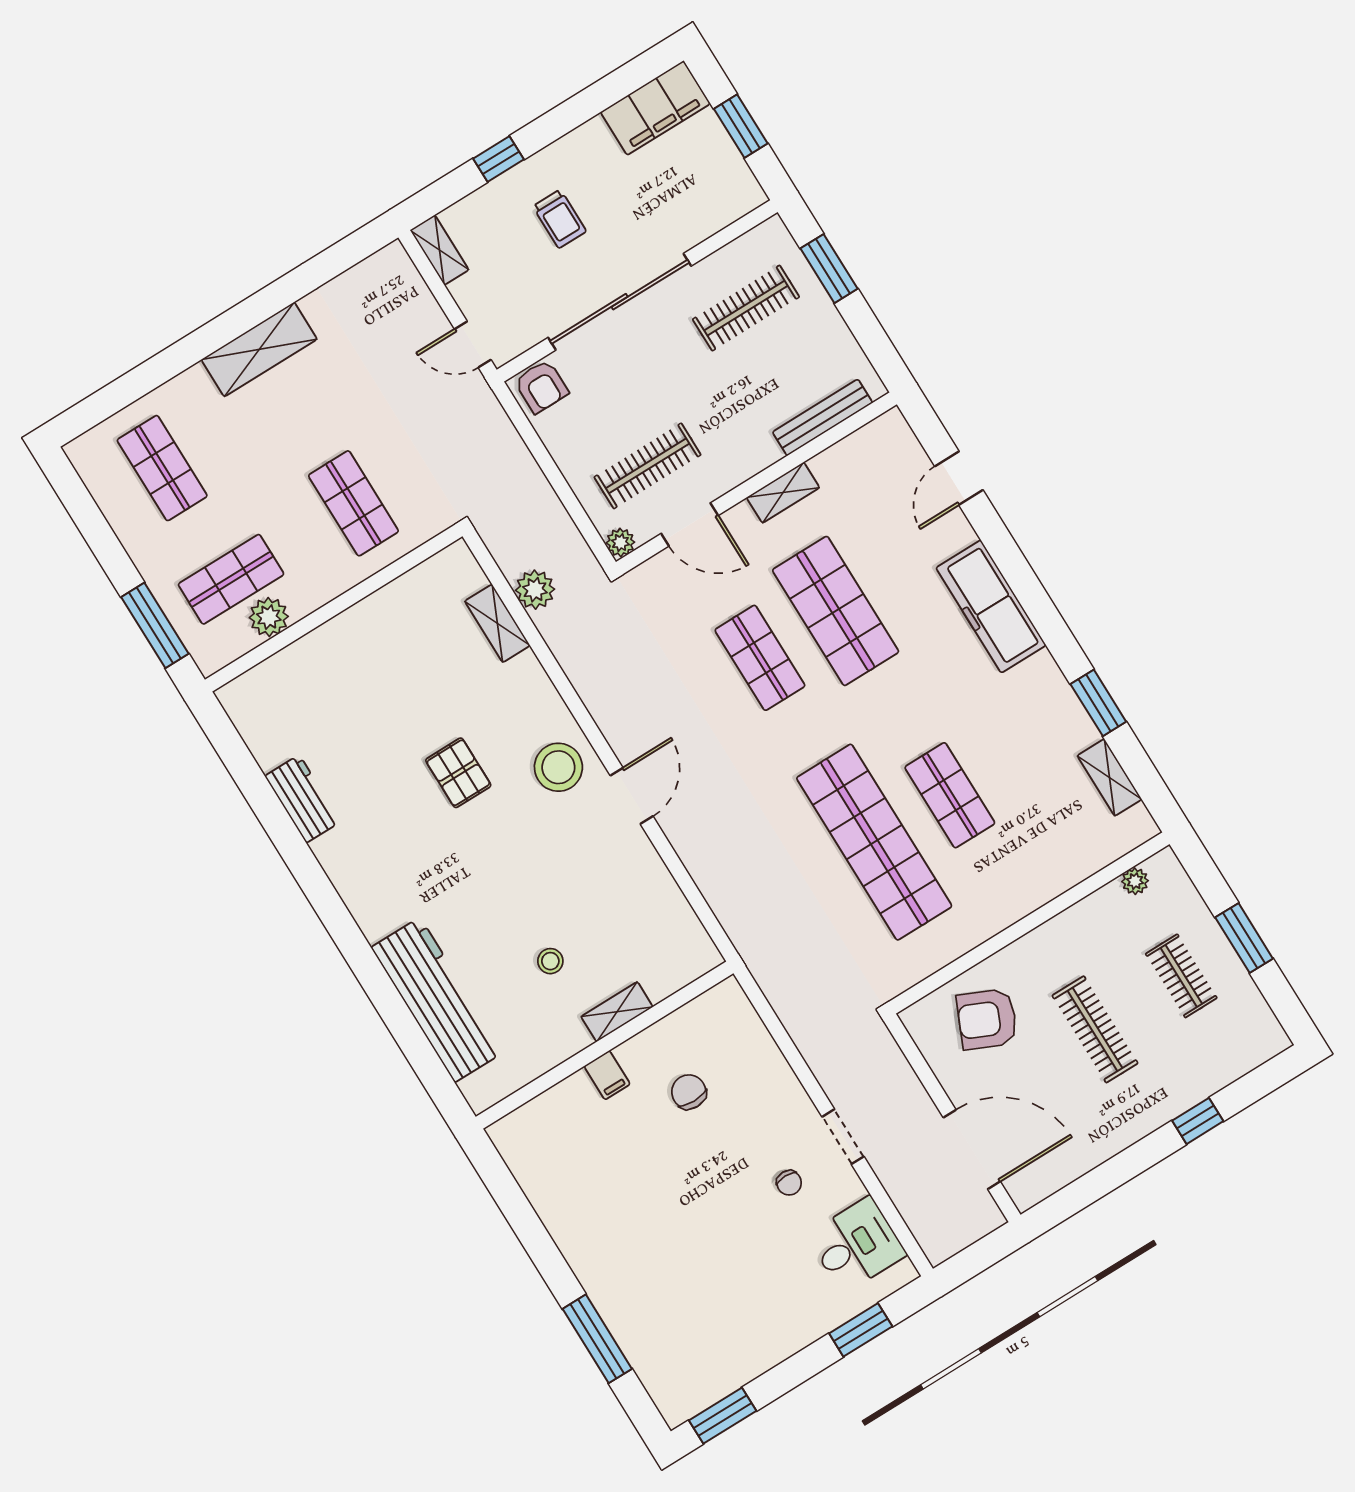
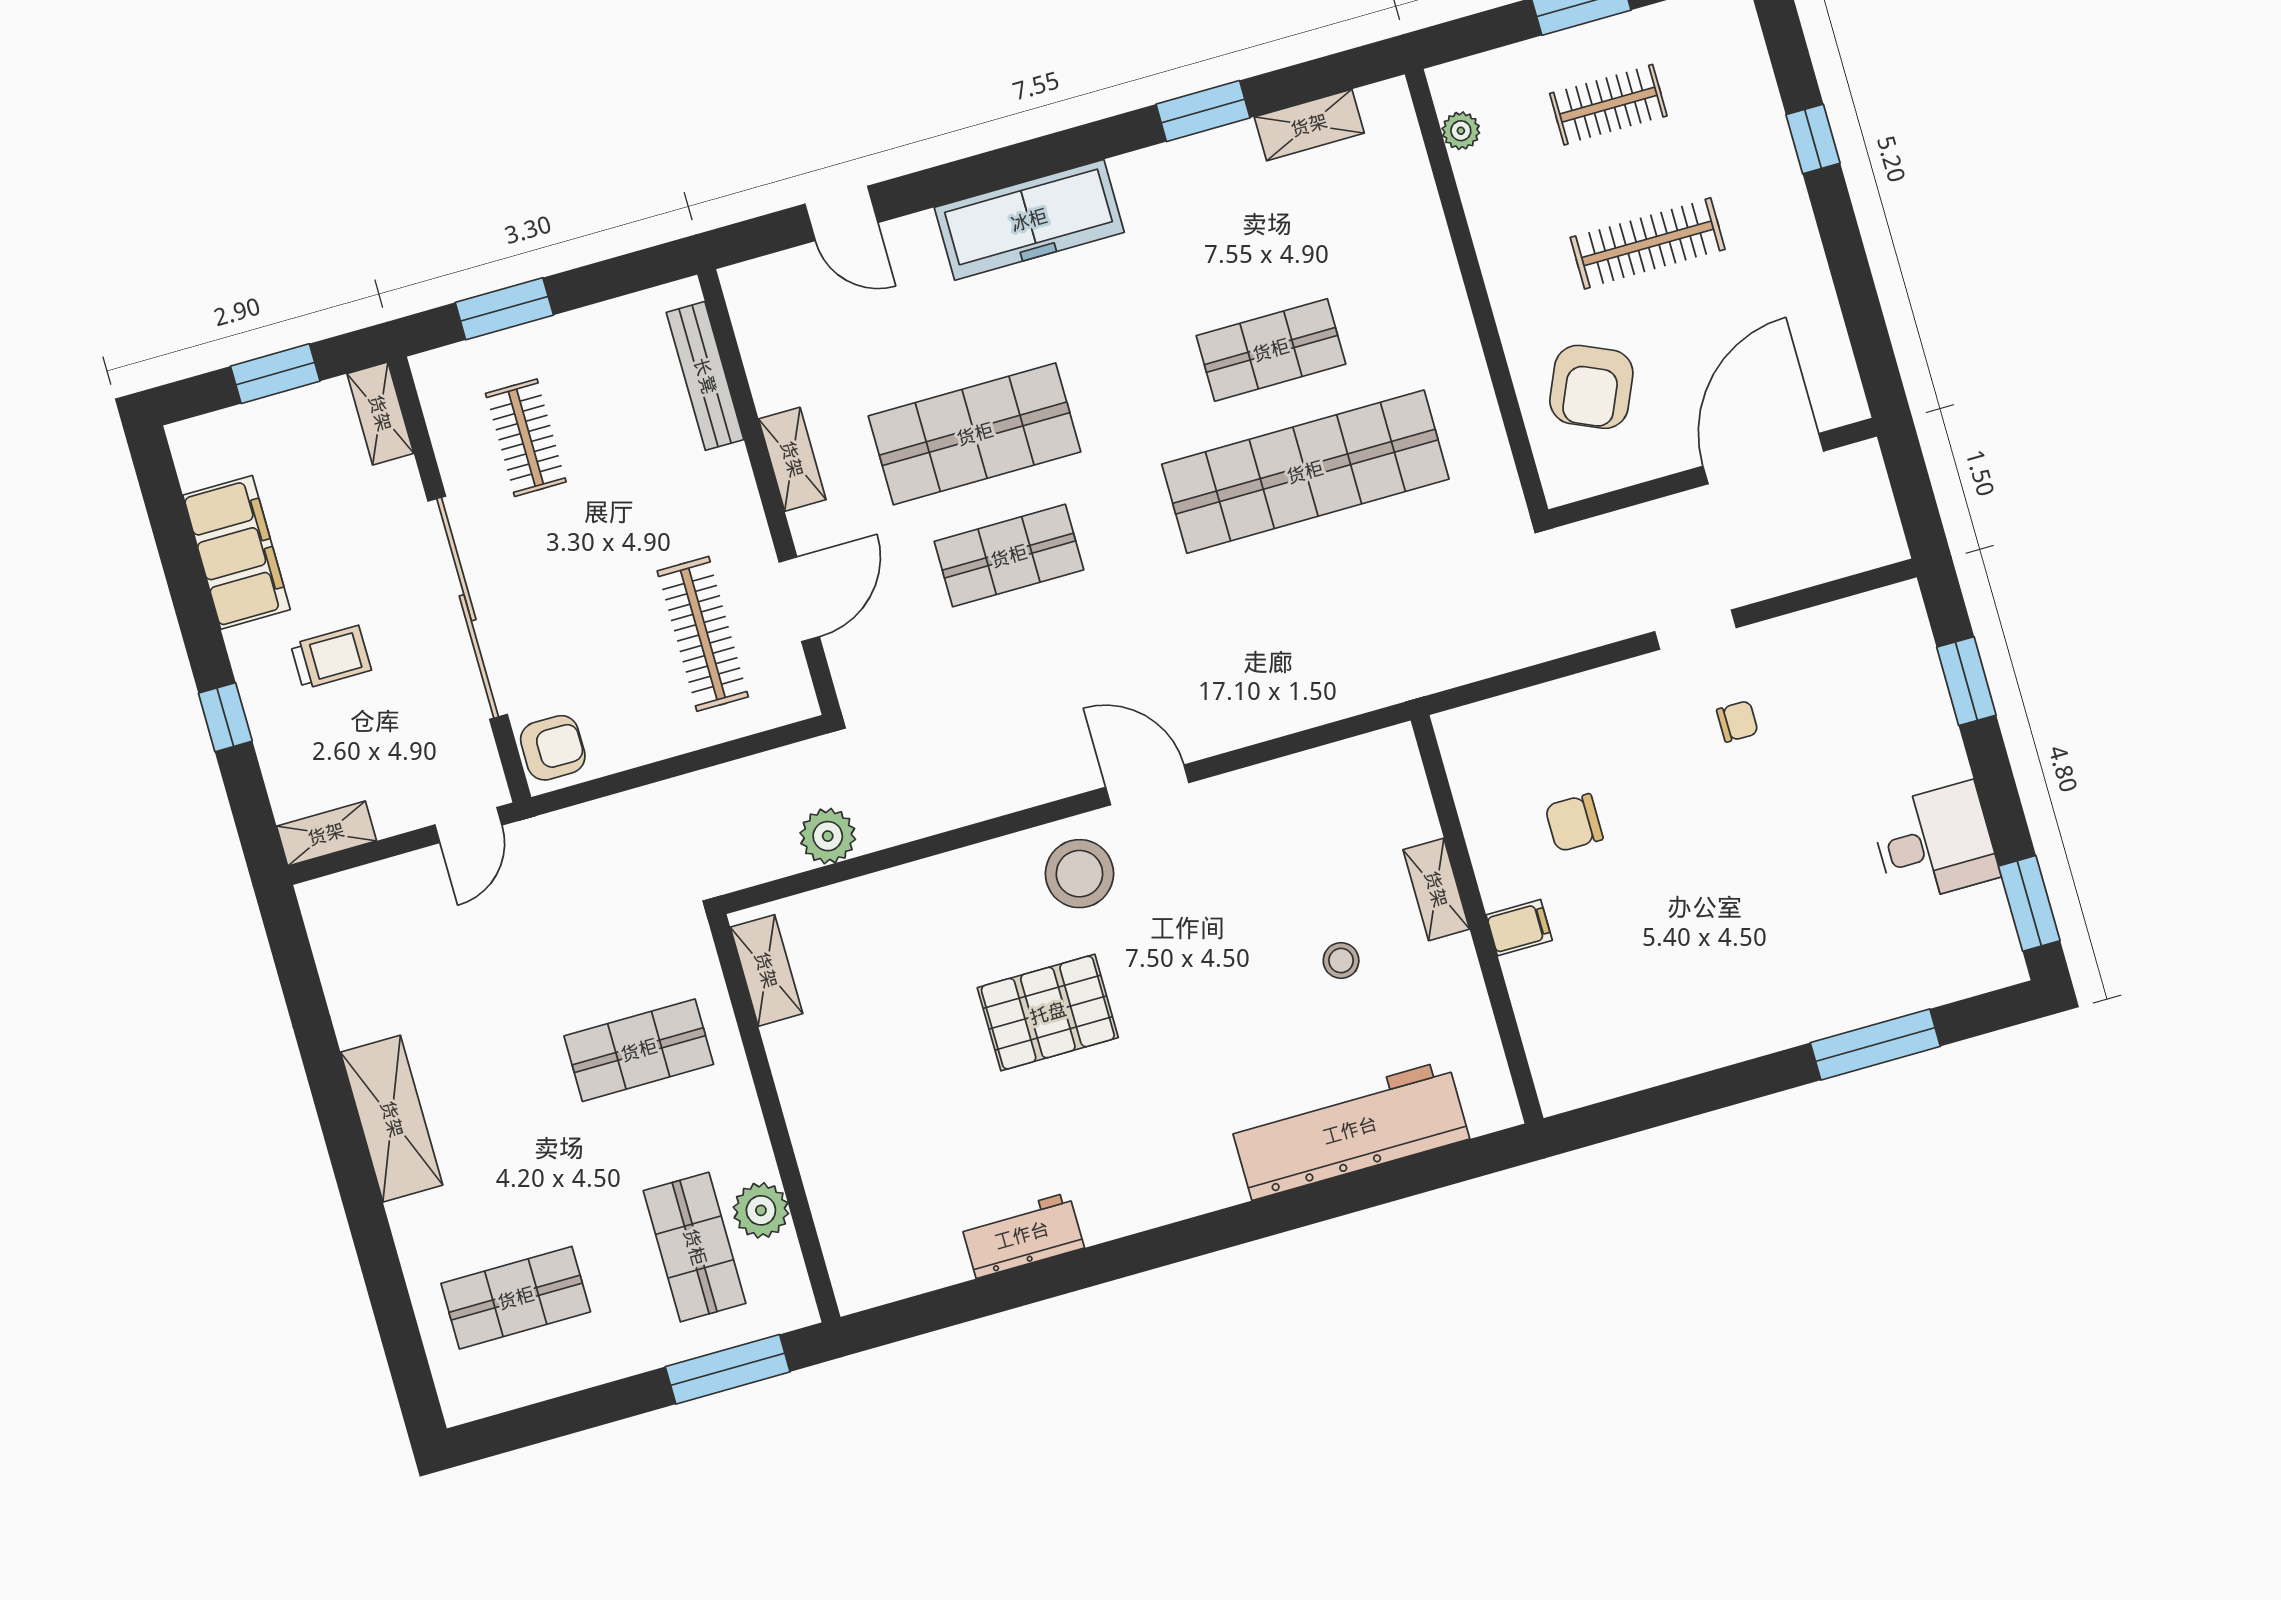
filing cabinet: (655, 108) -> (236, 552), moved
shelving: (734, 205) -> (380, 413), added
clothes rail: (746, 308) -> (526, 438), width x0.73
plant: (620, 543) -> (797, 701), removed
shelving: (497, 623) -> (766, 970), moved, turned 90
pallet: (458, 773) -> (1048, 1013), width x1.50, depth x1.42
desk: (856, 1245) -> (1935, 843), moved, turned 90

